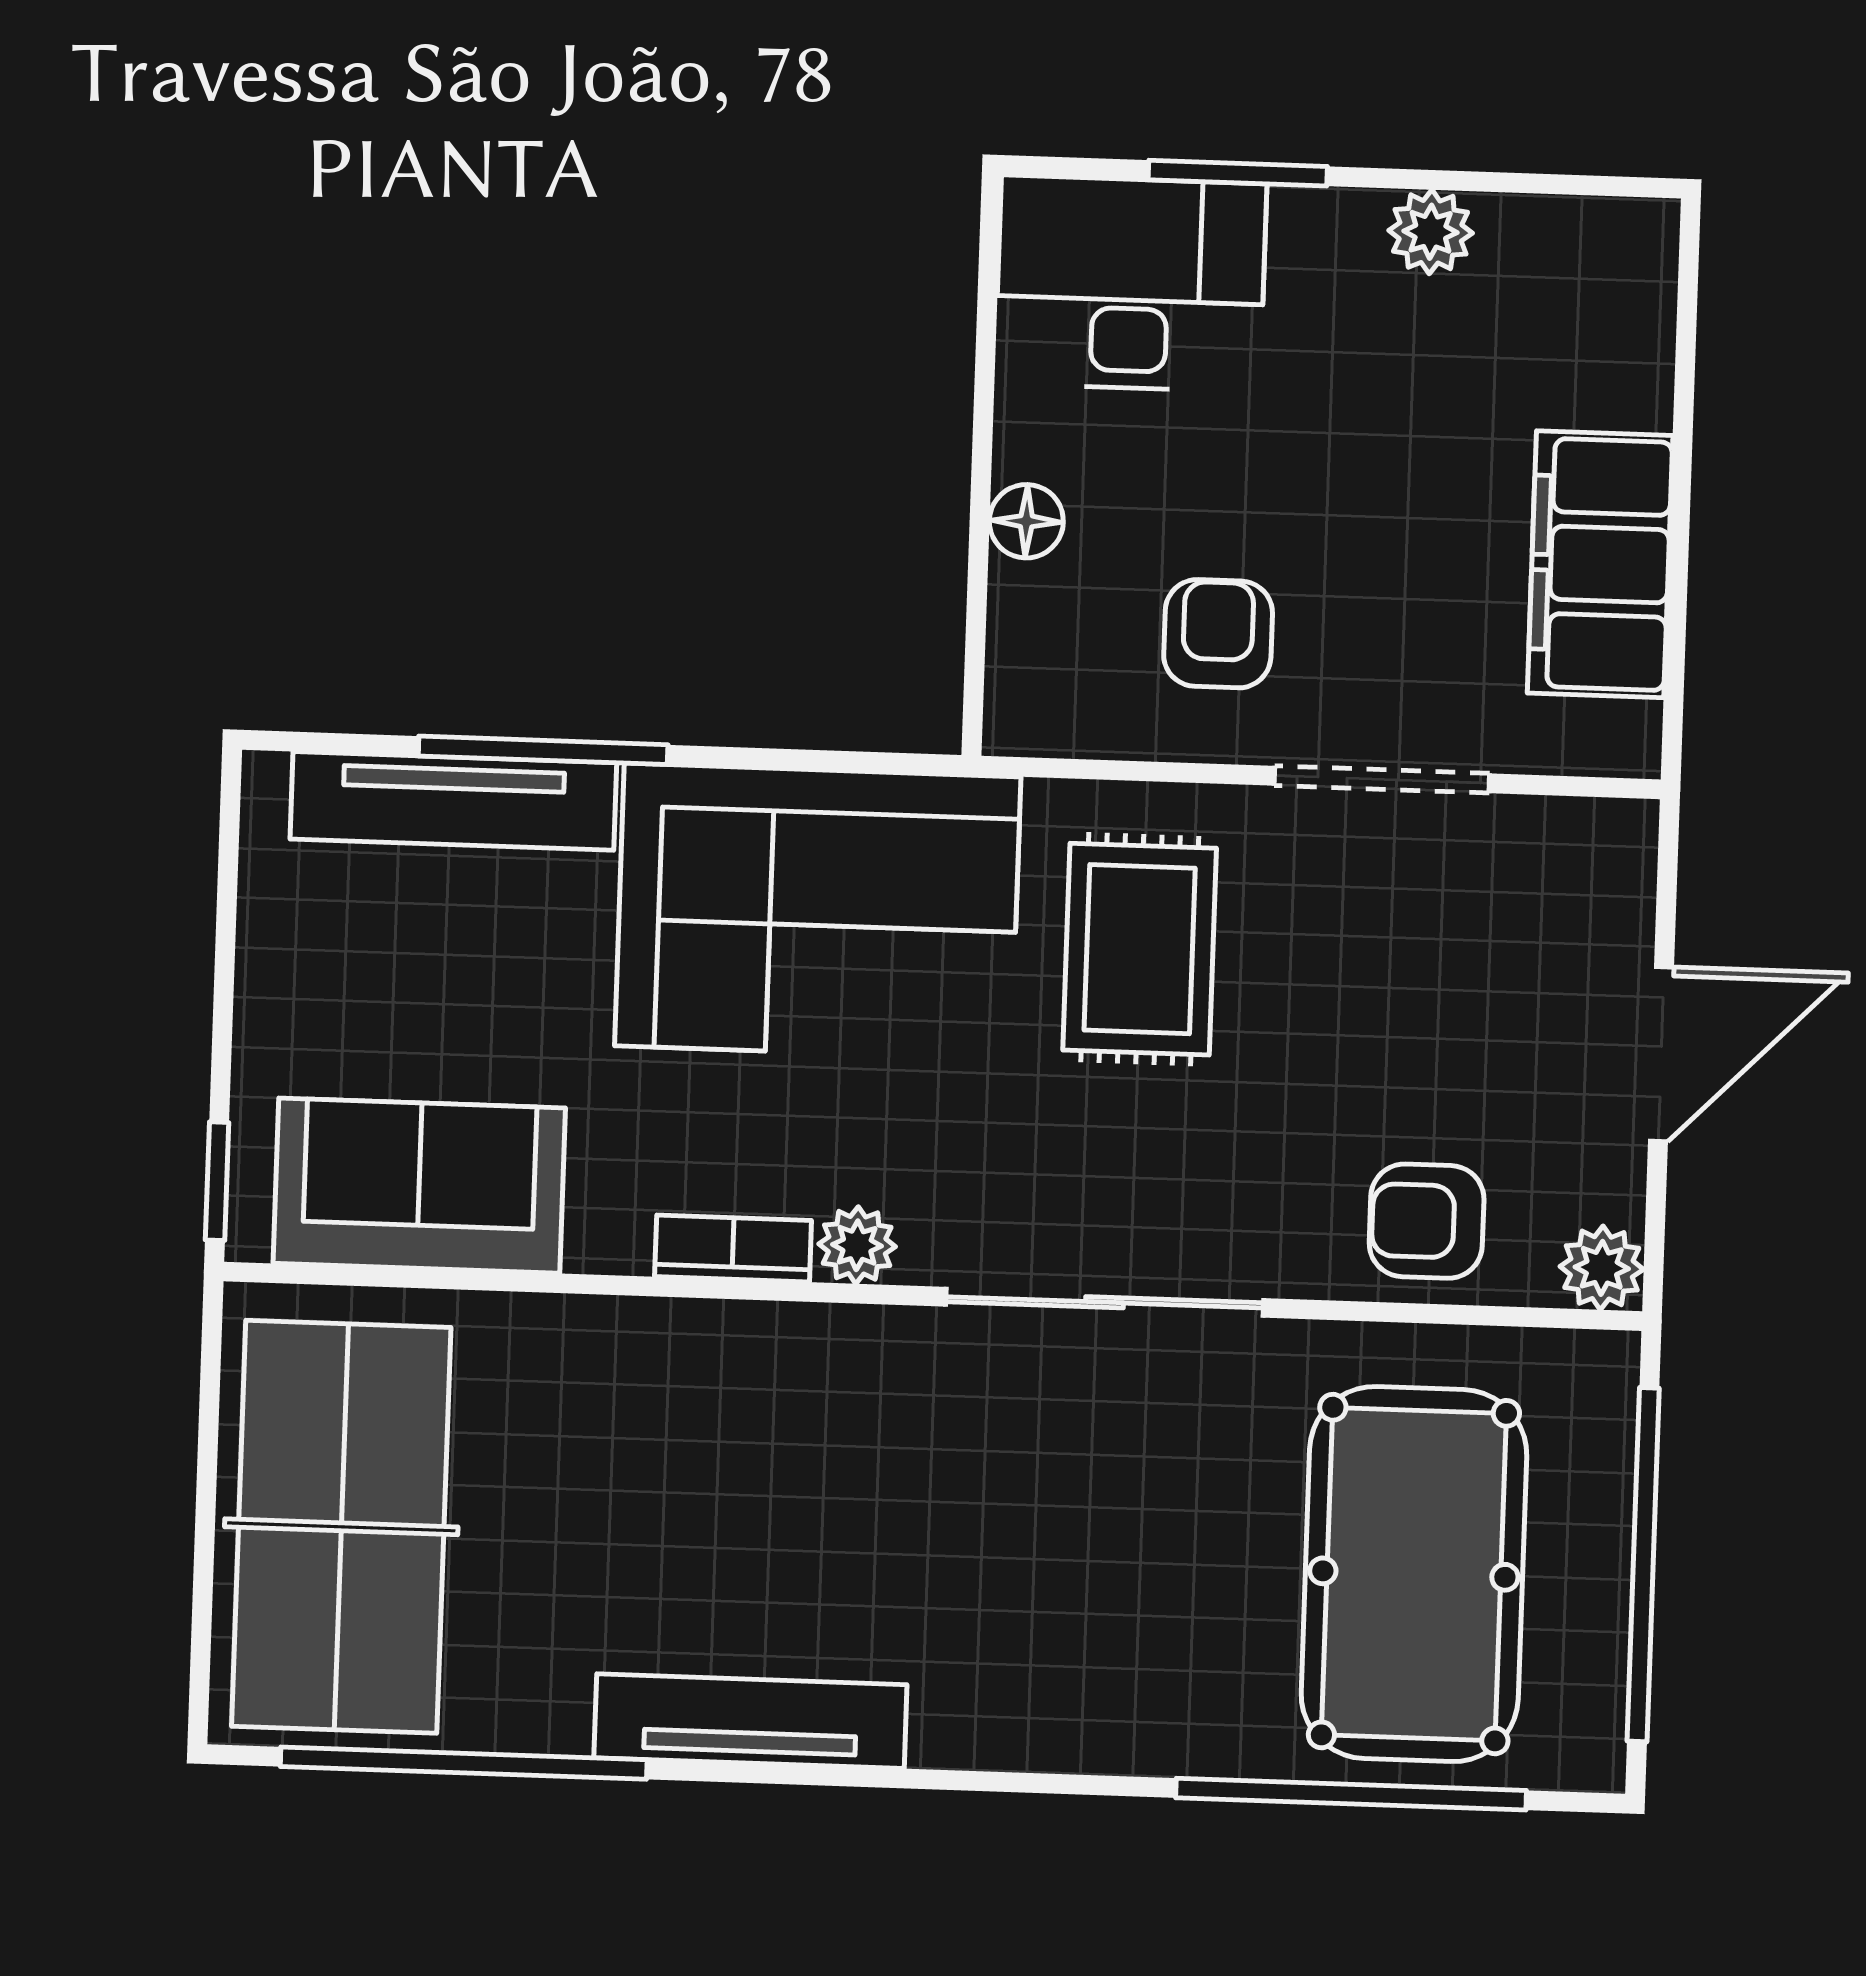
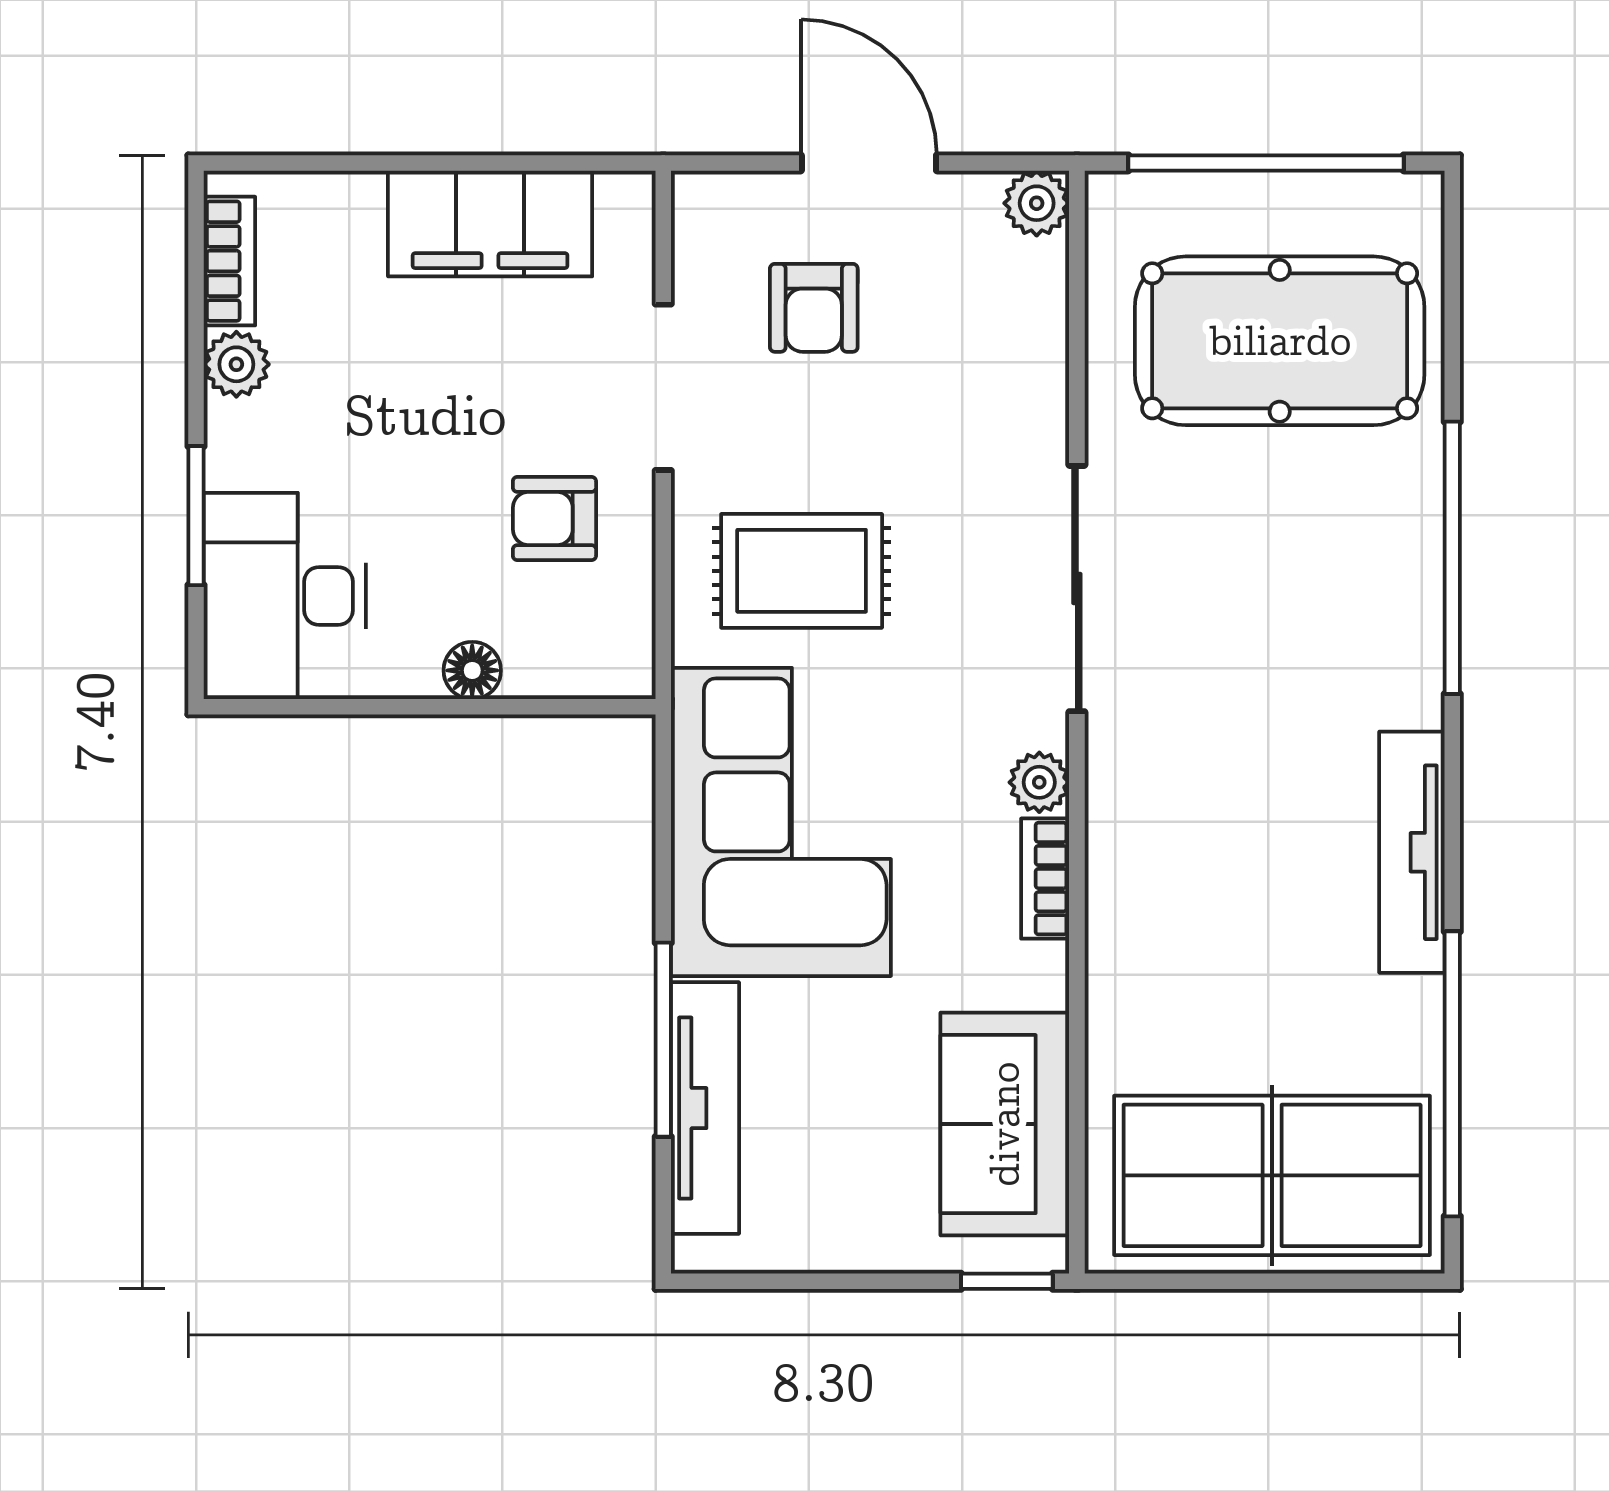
bookcase: (1564, 227) -> (229, 261), added
armchair: (1427, 1221) -> (814, 308), moved
window: (1351, 1794) -> (1452, 558), moved

